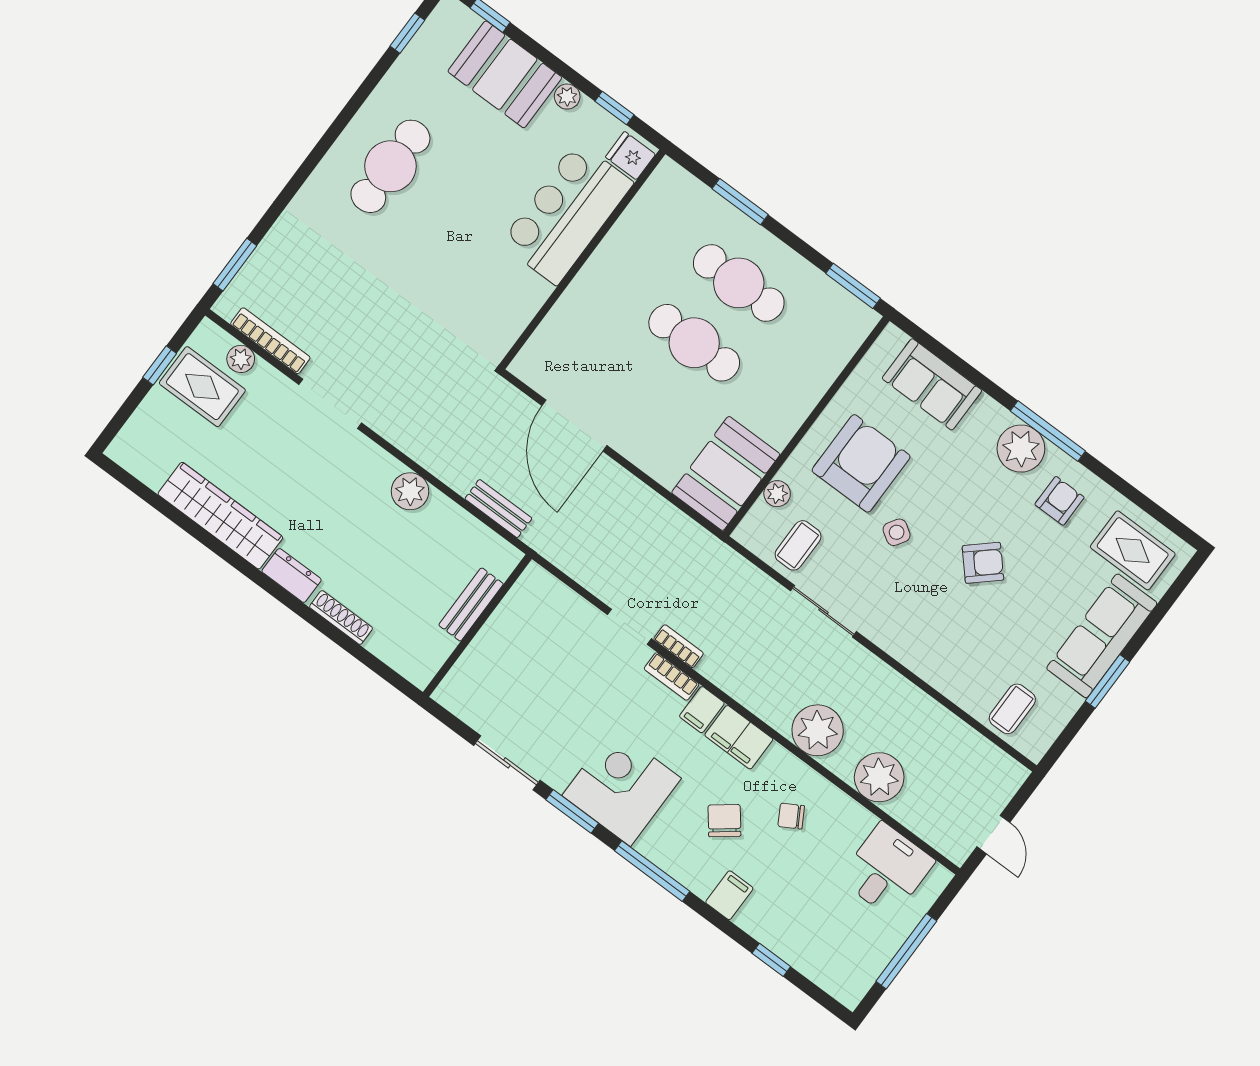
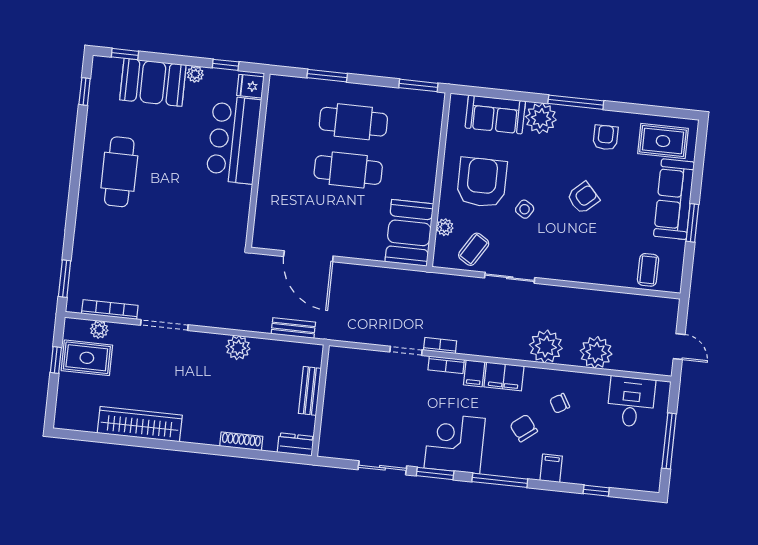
plant: (1021, 449) -> (541, 118), moved
coffee table: (798, 545) -> (474, 249), turned 32
dresser: (292, 575) -> (296, 444), moved

